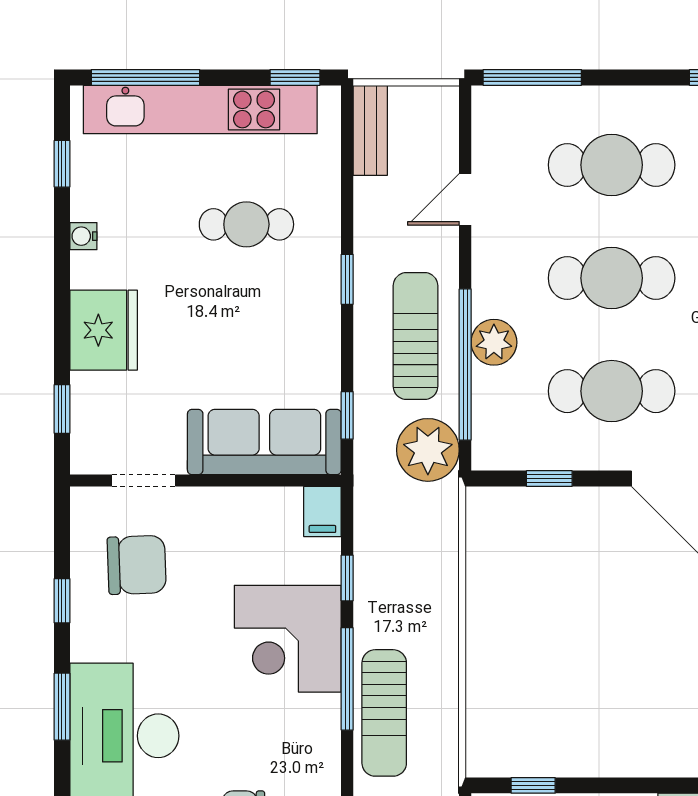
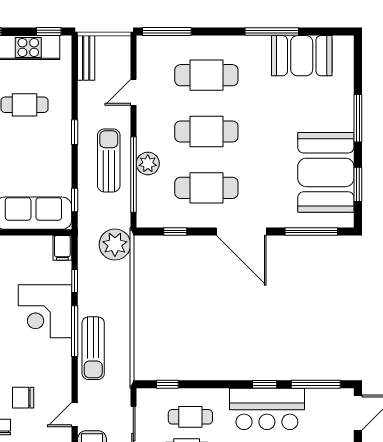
plant: (428, 450) -> (115, 244), moved

